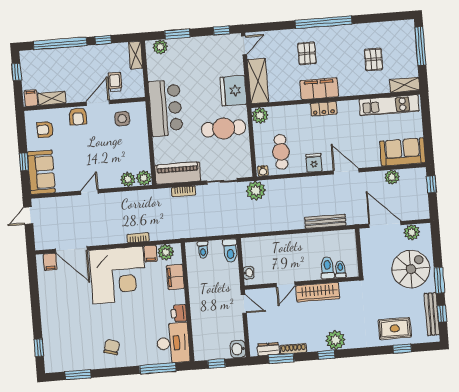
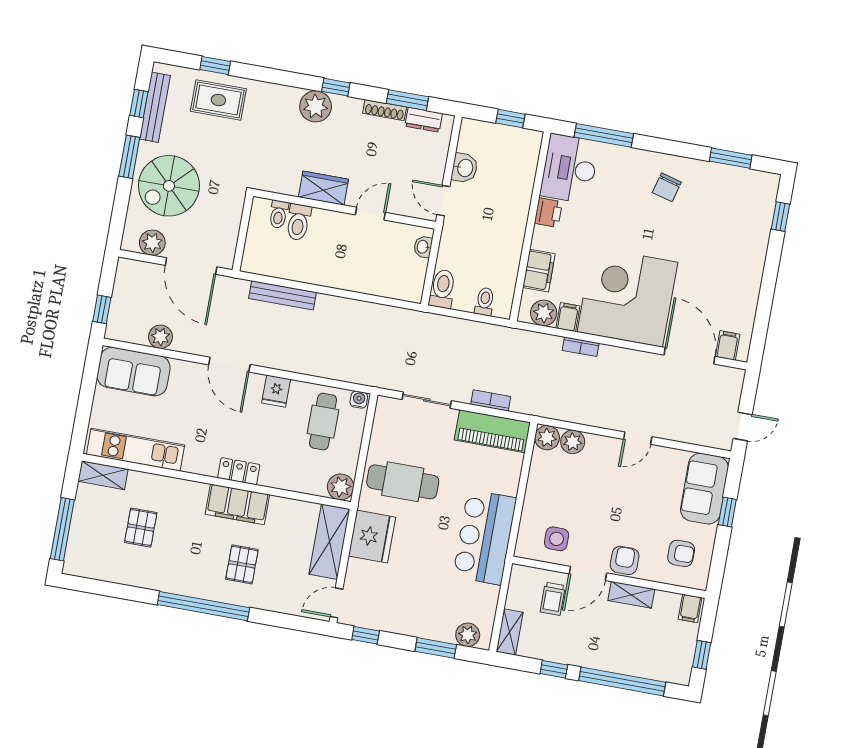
shelving: (52, 98) -> (631, 595), moved
plant: (256, 191) -> (378, 372), removed
wardrobe: (318, 292) -> (323, 188), width x0.67
washbasin: (238, 349) -> (465, 168), moved

